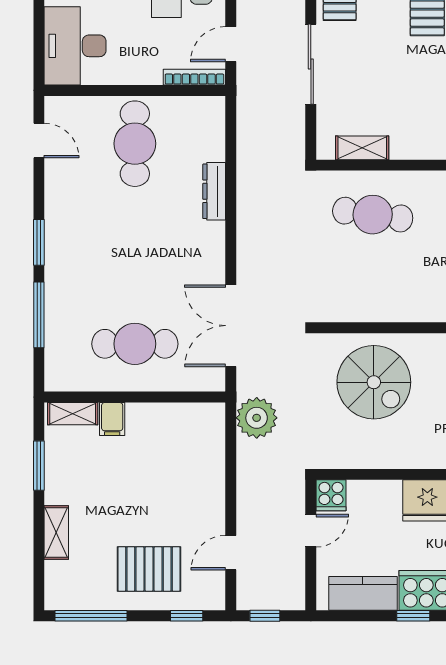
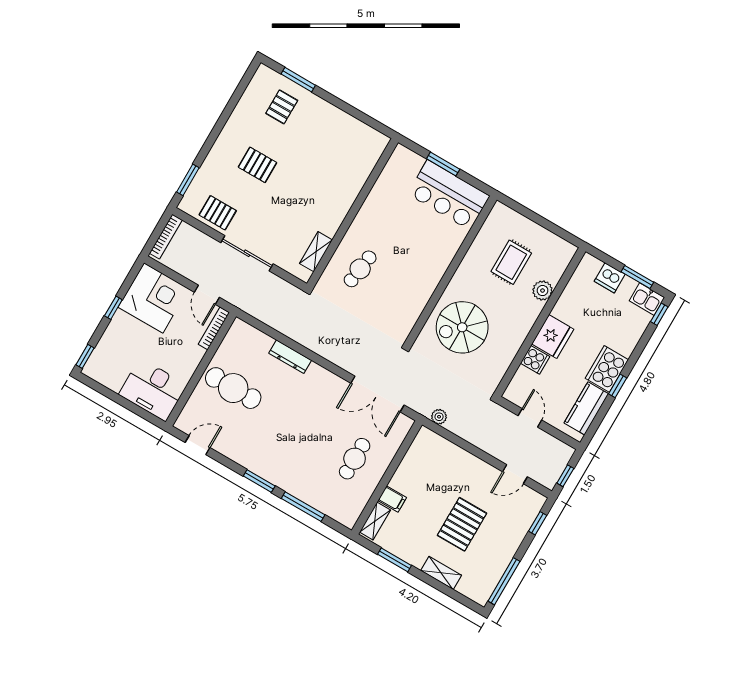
cafe table: (373, 215) -> (360, 269), width x0.73, depth x0.74
cafe table: (135, 344) -> (355, 459), width x0.73, depth x0.74
spiral stairs: (374, 382) -> (462, 327), turned 180
plant: (257, 418) -> (439, 417), width x0.53, depth x0.53
cooker: (331, 495) -> (535, 360), moved
door: (231, 553) -> (515, 474), hinge flipped
pallet: (149, 569) -> (462, 524), moved

